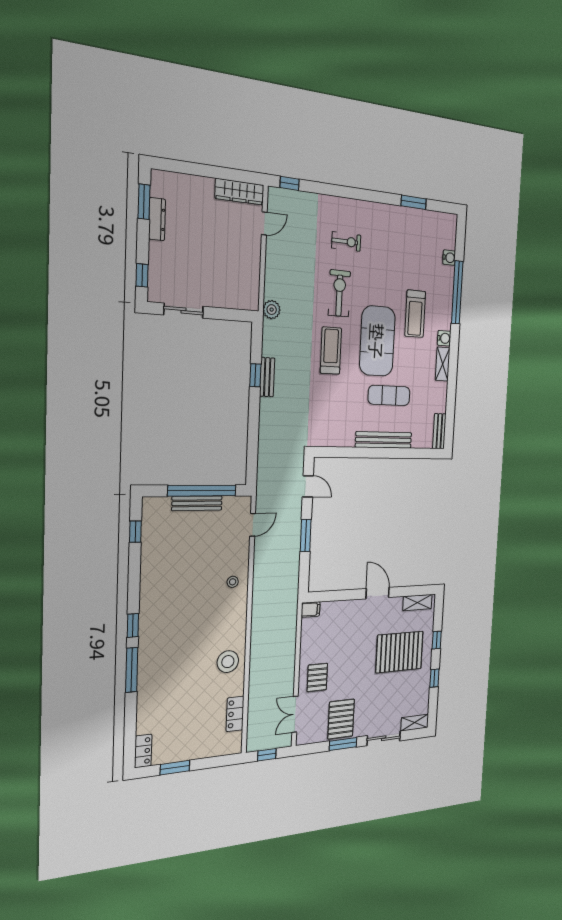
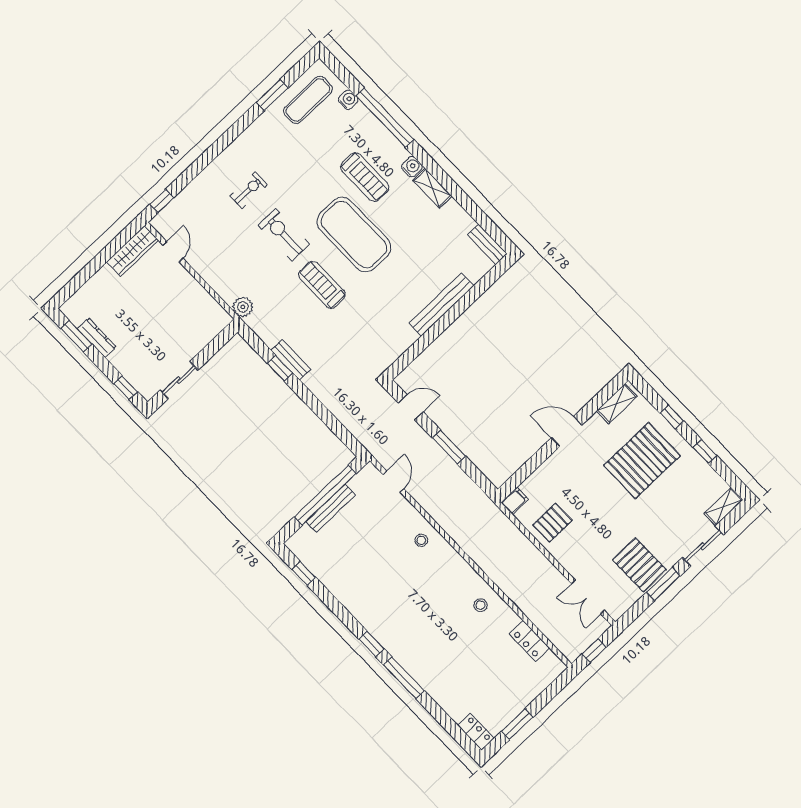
exercise mat: (389, 395) -> (308, 100), moved
stool: (228, 662) -> (480, 605), width x0.53, depth x0.53
pallet: (317, 677) -> (552, 523), moved, turned 90

